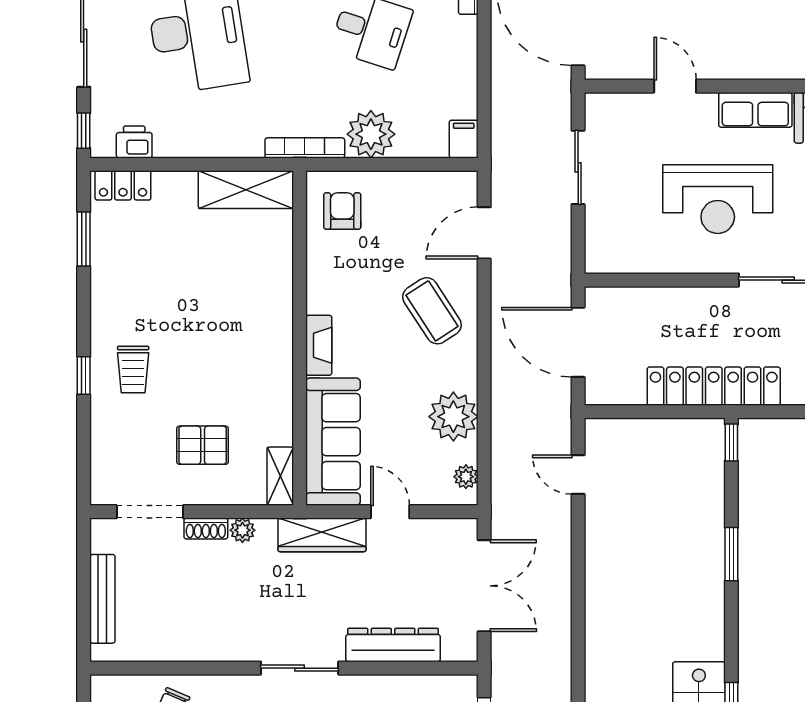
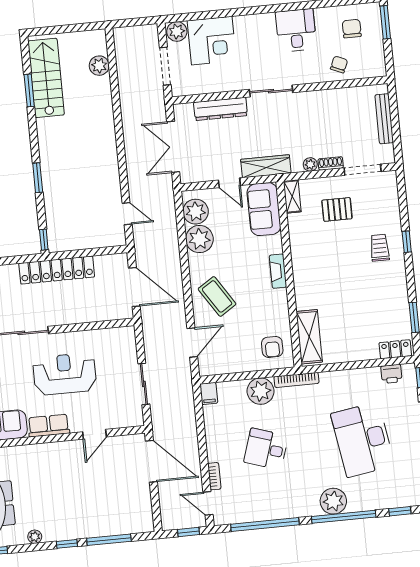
door: (675, 86) -> (94, 434), hinge flipped
shelving: (246, 190) -> (309, 337), moved, turned 90
sofa: (333, 442) -> (264, 209), width x0.73
plant: (466, 477) -> (196, 212), width x1.88, depth x1.88

